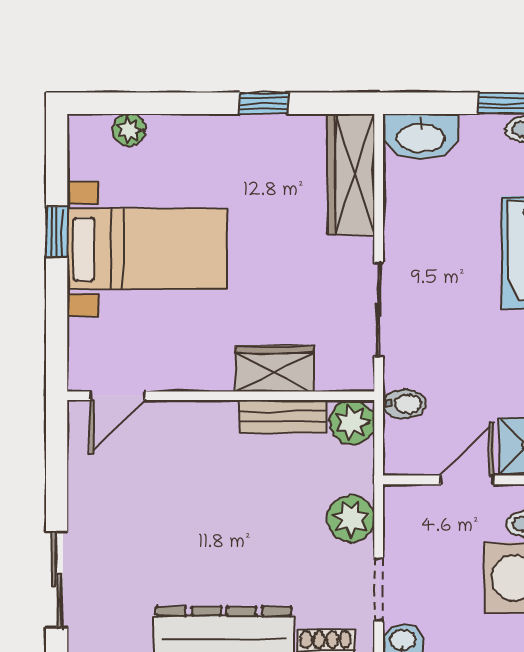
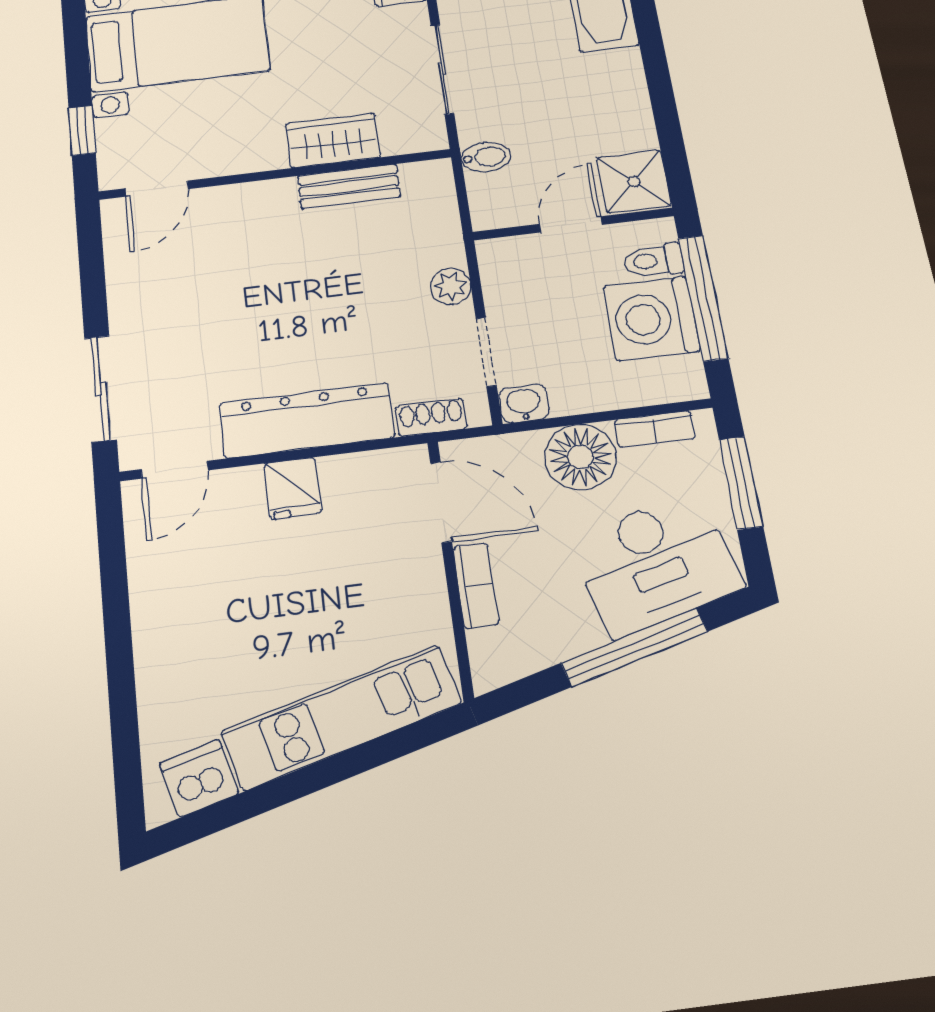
window: (57, 232) -> (82, 130), moved
plant: (352, 422) -> (429, 182), removed
plant: (351, 519) -> (451, 287), width x0.73, depth x0.73

